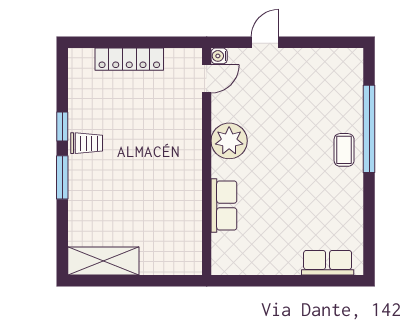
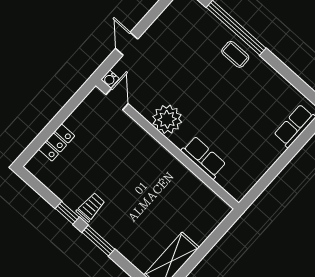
locker: (129, 59) -> (57, 143), width x0.66

